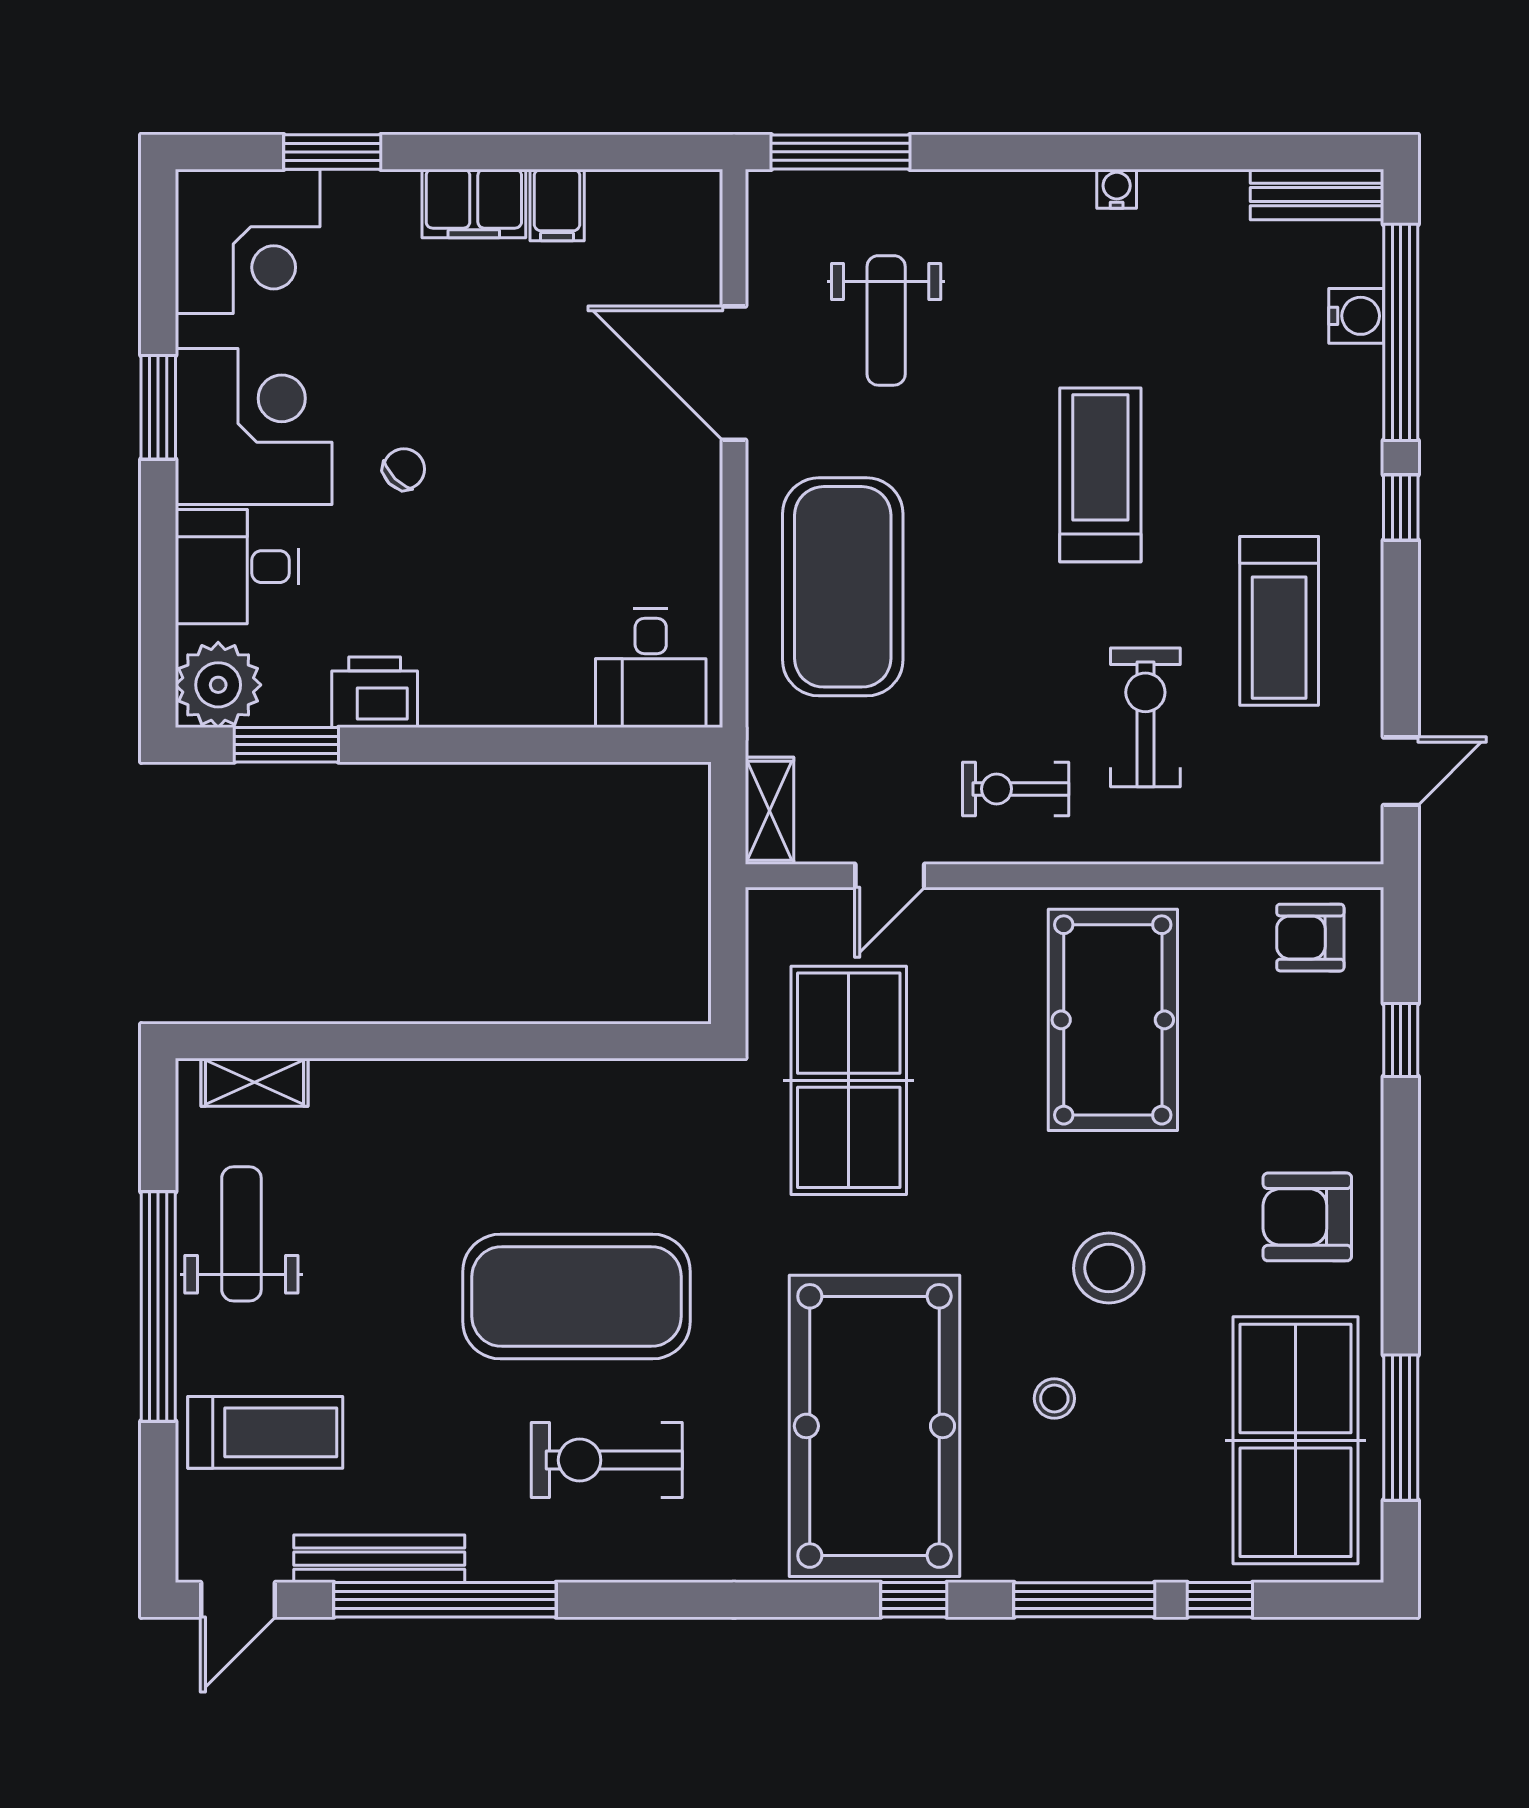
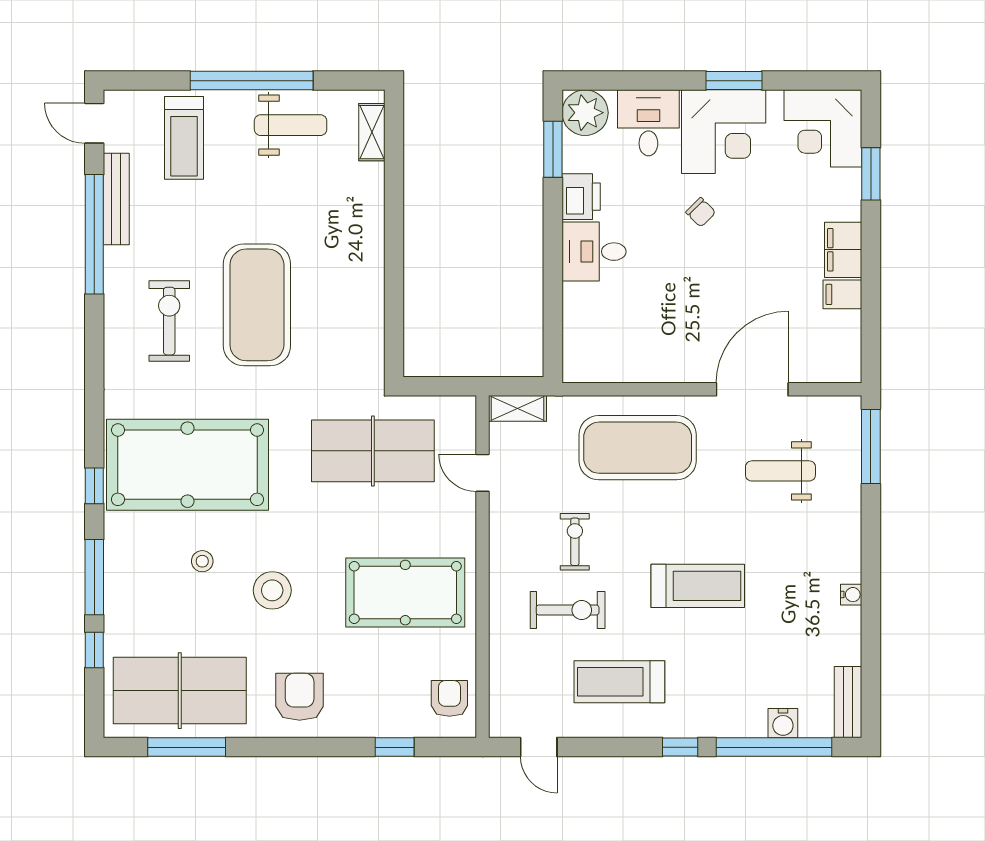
desk: (651, 668) -> (594, 252), moved
exercise bike: (1016, 789) -> (575, 542), moved

